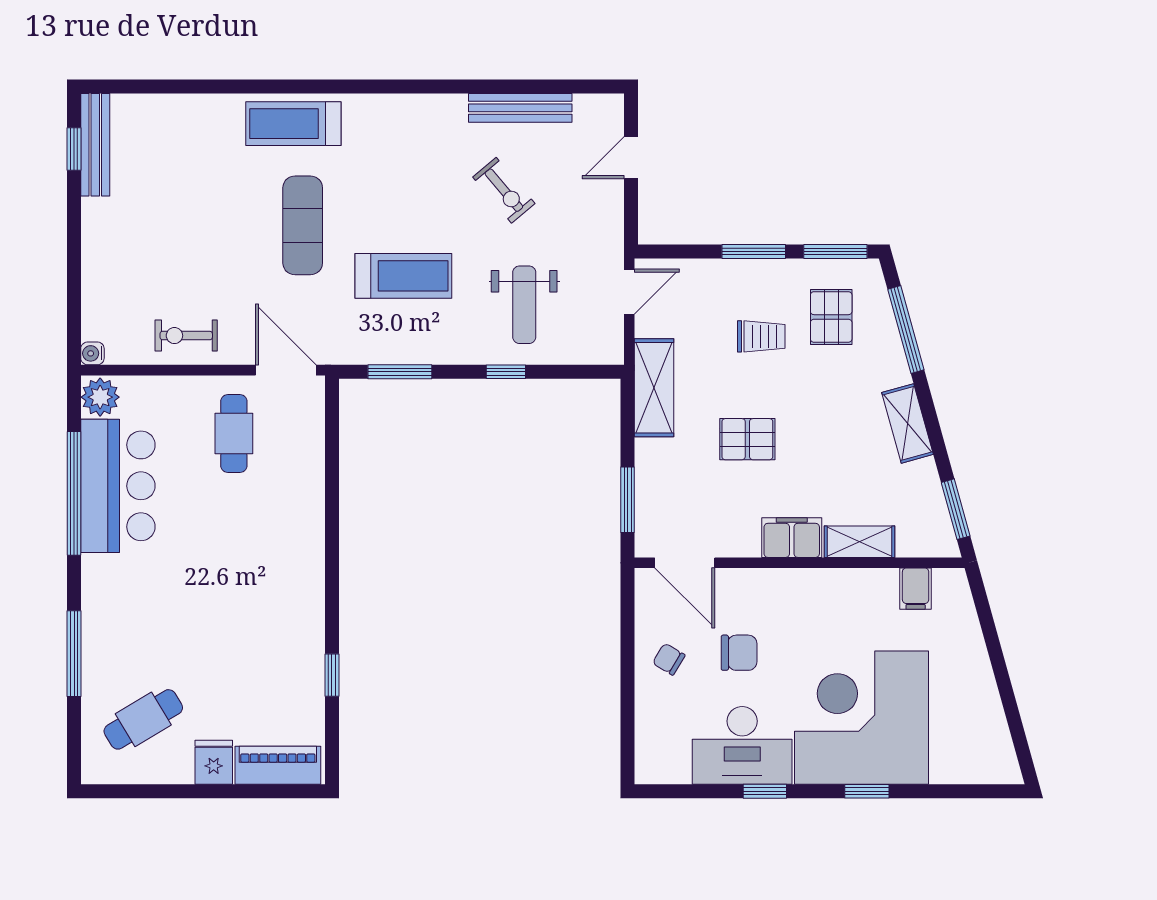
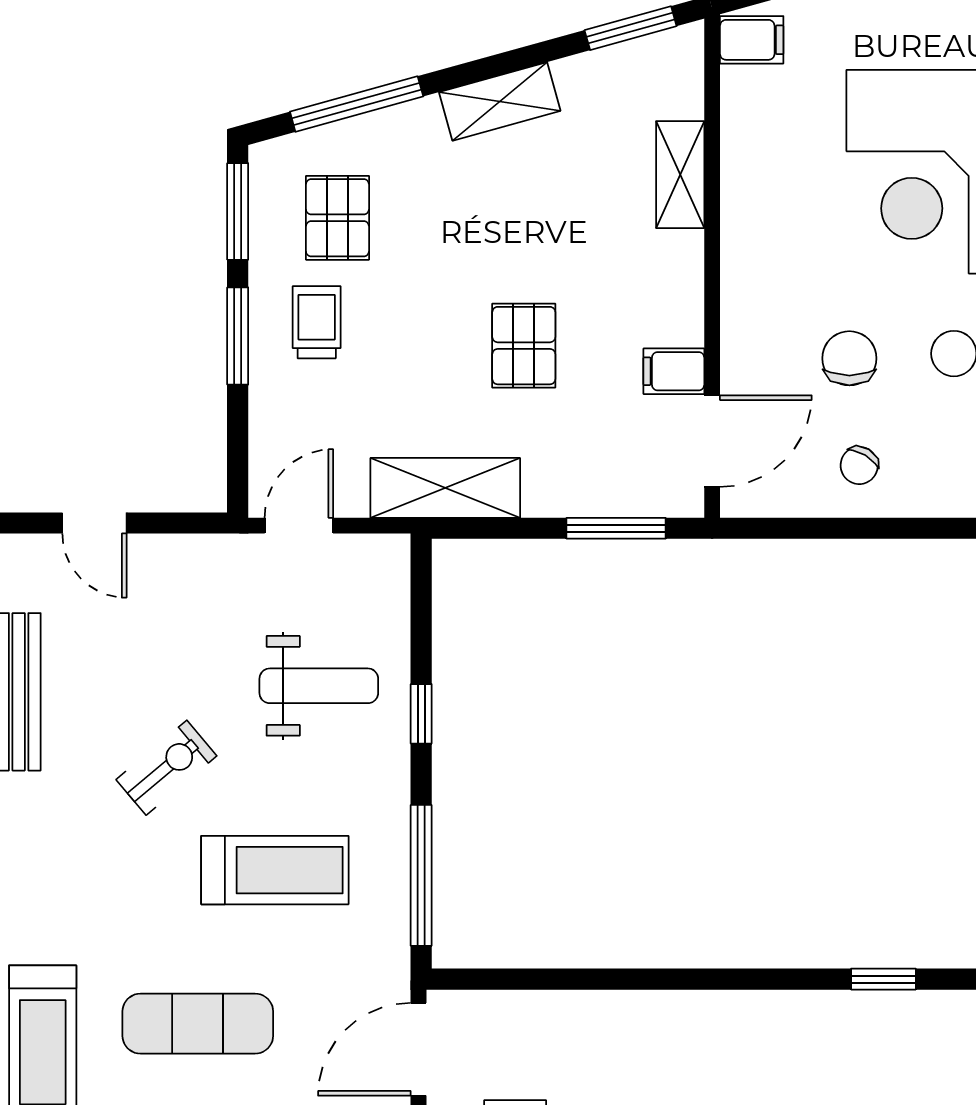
exercise bike: (504, 190) -> (166, 768), moved
treadmill: (403, 276) -> (275, 870), turned 90
door: (629, 292) -> (299, 526), hinge flipped
pallet: (831, 317) -> (337, 218), turned 90
trolley: (761, 336) -> (317, 322), moved
window: (400, 372) -> (421, 875), width x1.44
filing cabinet: (792, 538) -> (674, 371), moved, width x0.50
filing cabinet: (916, 589) -> (752, 40), moved

